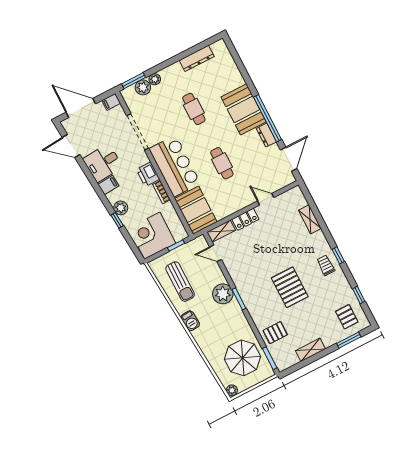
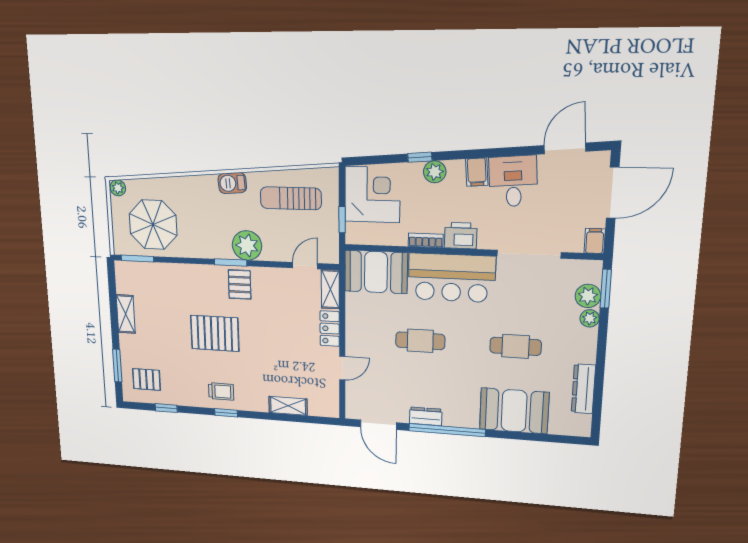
booth: (244, 109) -> (514, 411), moved
pallet: (275, 333) -> (240, 284), moved

